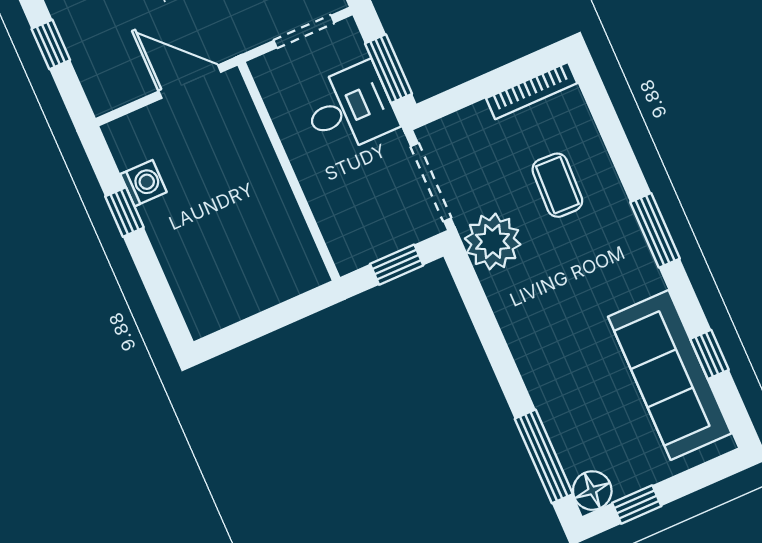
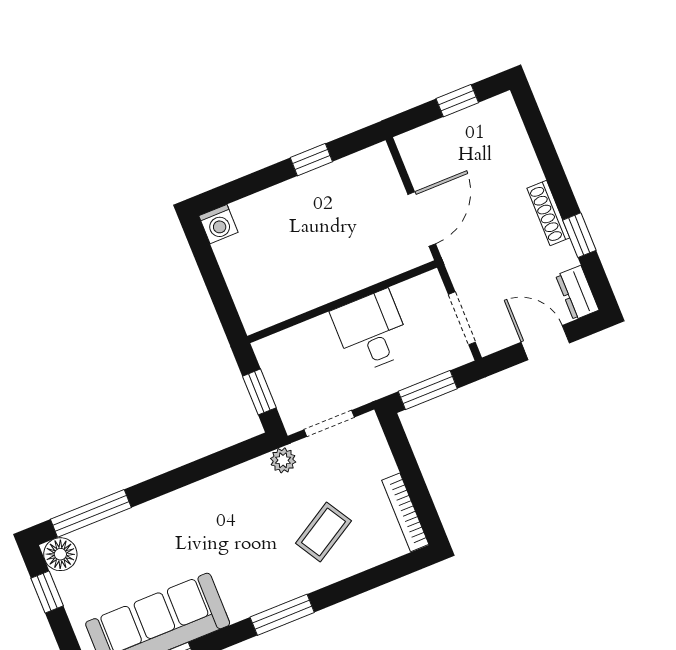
desk: (350, 108) -> (371, 331), moved, turned 180
doorway: (431, 182) -> (329, 423), width x0.73
washing machine: (144, 183) -> (218, 224), moved
coffee table: (557, 185) -> (323, 532), turned -33
plant: (493, 241) -> (283, 460), width x0.53, depth x0.53

